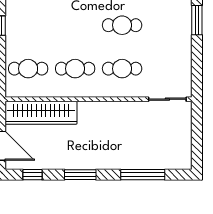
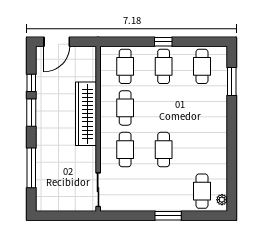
cafe table: (28, 25) -> (164, 66), added
wardrobe: (41, 113) -> (86, 114), moved
window: (32, 175) -> (31, 83), moved

